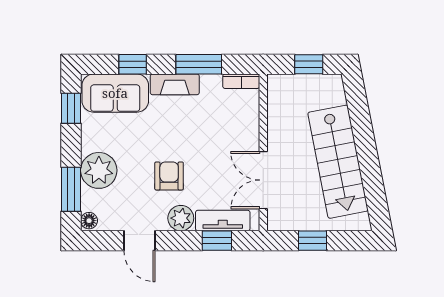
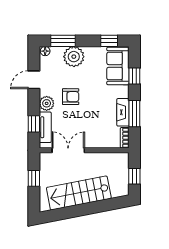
fireplace: (175, 84) -> (123, 112), moved

